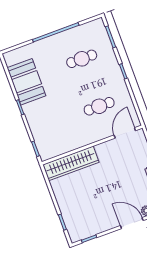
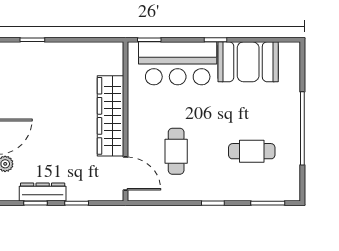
cafe table: (82, 59) -> (252, 151), turned 90
bar counter: (44, 126) -> (178, 63), added
wardrobe: (71, 163) -> (111, 116), moved

